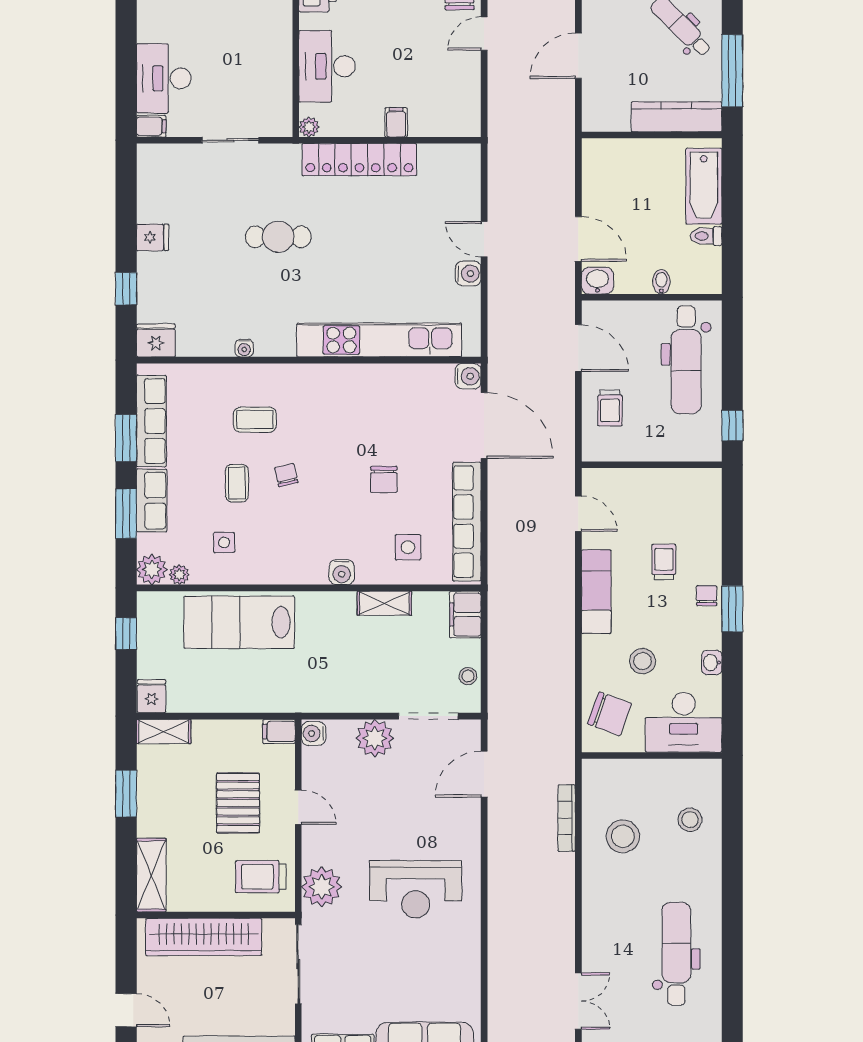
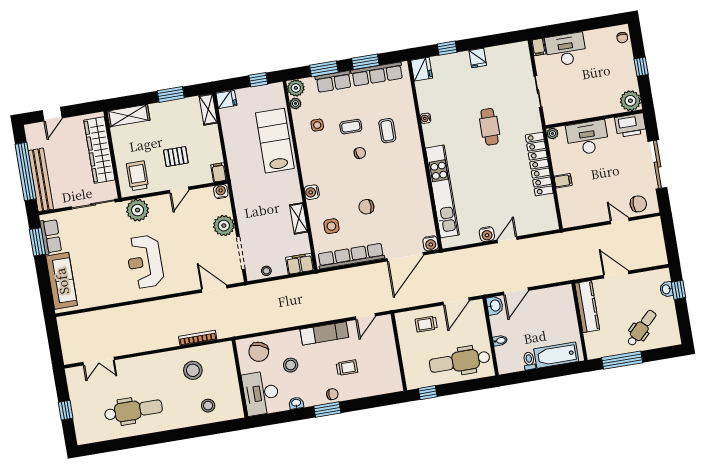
kitchen counter: (677, 117) -> (587, 307), moved
pallet: (238, 803) -> (176, 157), width x0.67, depth x0.71

